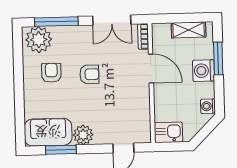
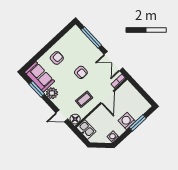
shelving: (189, 30) -> (139, 99), removed
plant: (39, 40) -> (76, 37), removed
armchair: (51, 73) -> (57, 58), moved
coffee table: (127, 101) -> (84, 99), added
floor lamp: (143, 135) -> (75, 119), added

